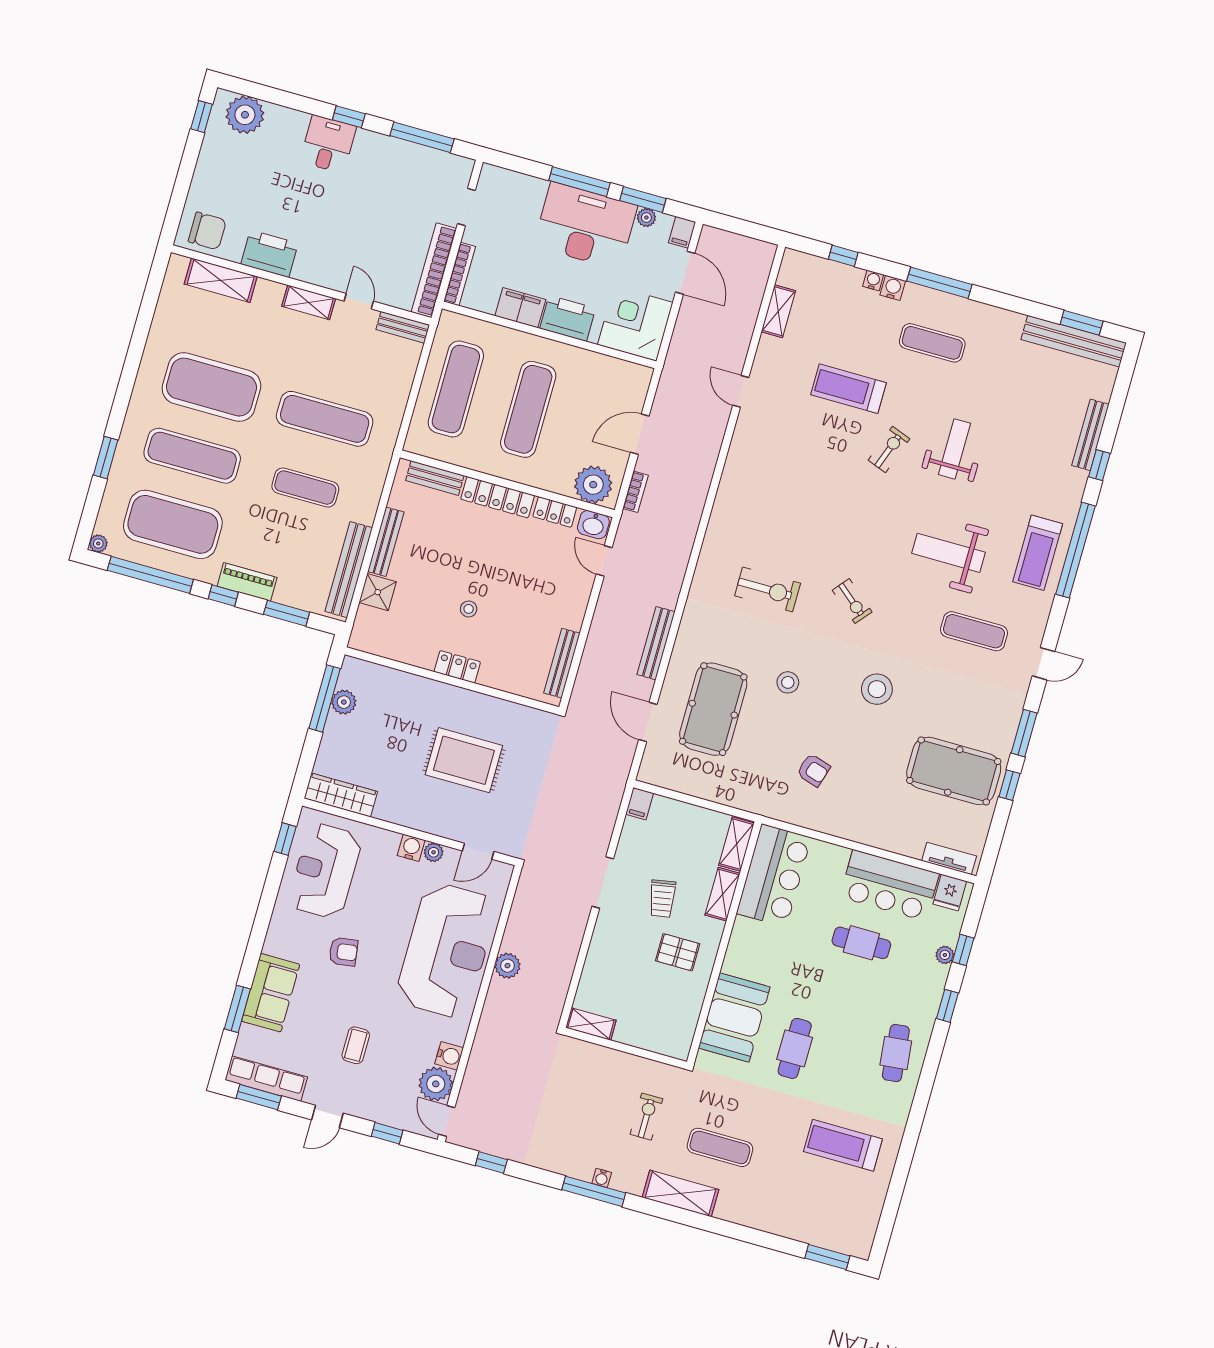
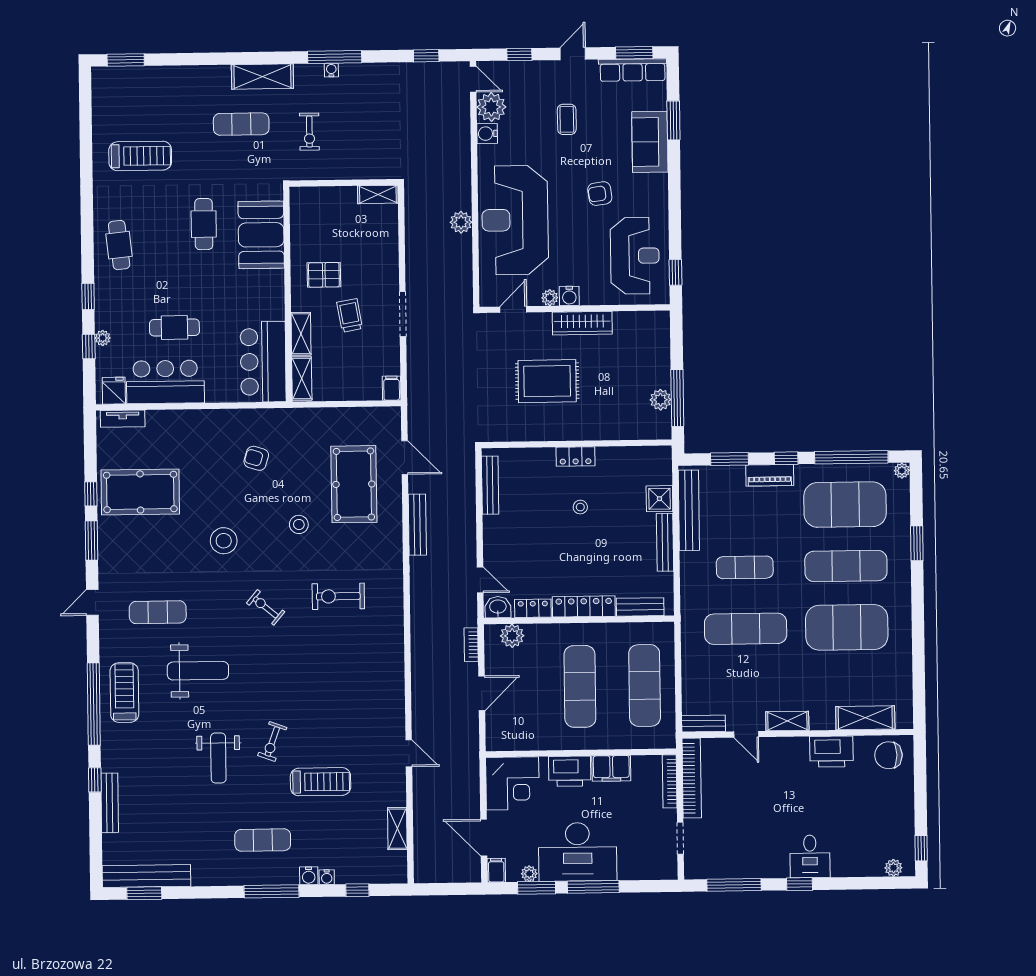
plant: (245, 115) -> (893, 868), width x0.53, depth x0.53
plant: (593, 485) -> (512, 636), width x0.73, depth x0.73
wardrobe: (341, 795) -> (582, 323), moved

